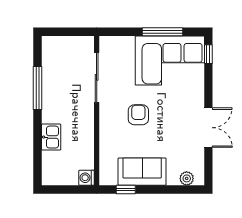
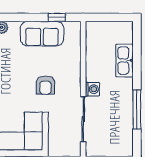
kitchen sink: (51, 137) -> (124, 60), width x1.38
washing machine: (87, 178) -> (92, 89), moved

